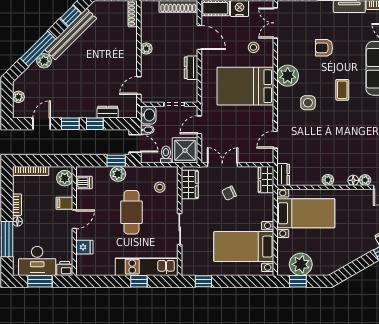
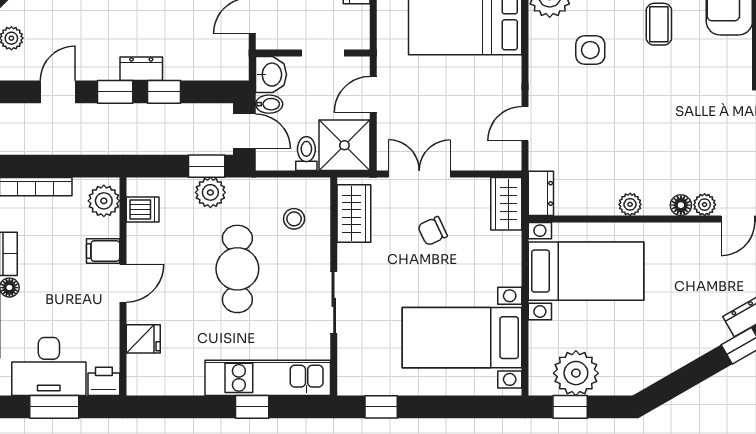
dresser: (108, 112) -> (141, 69), moved

